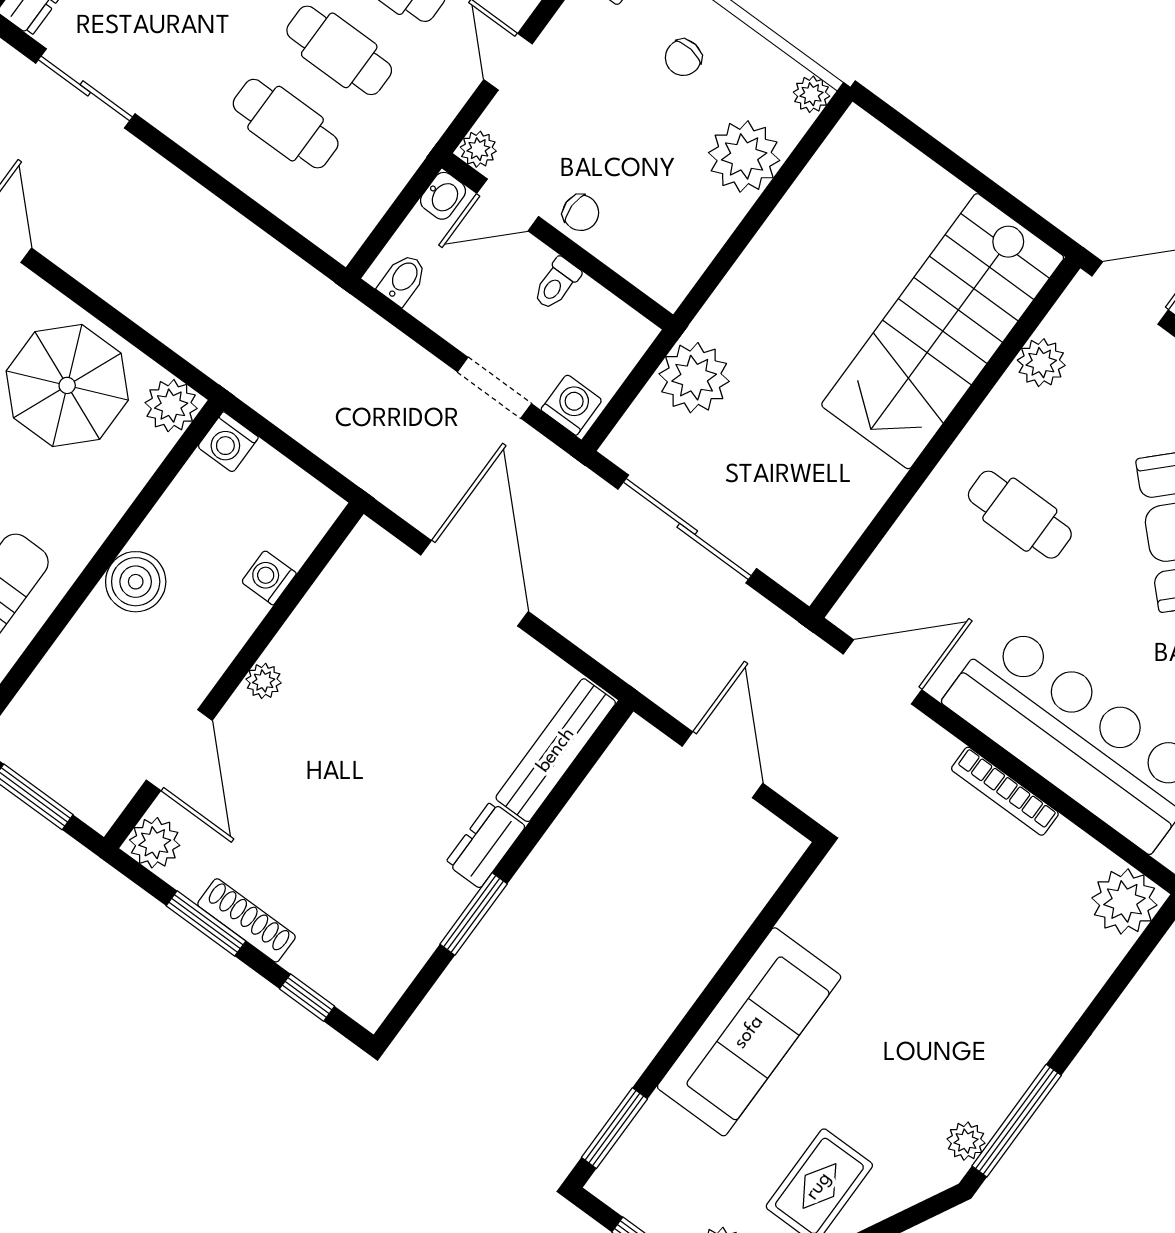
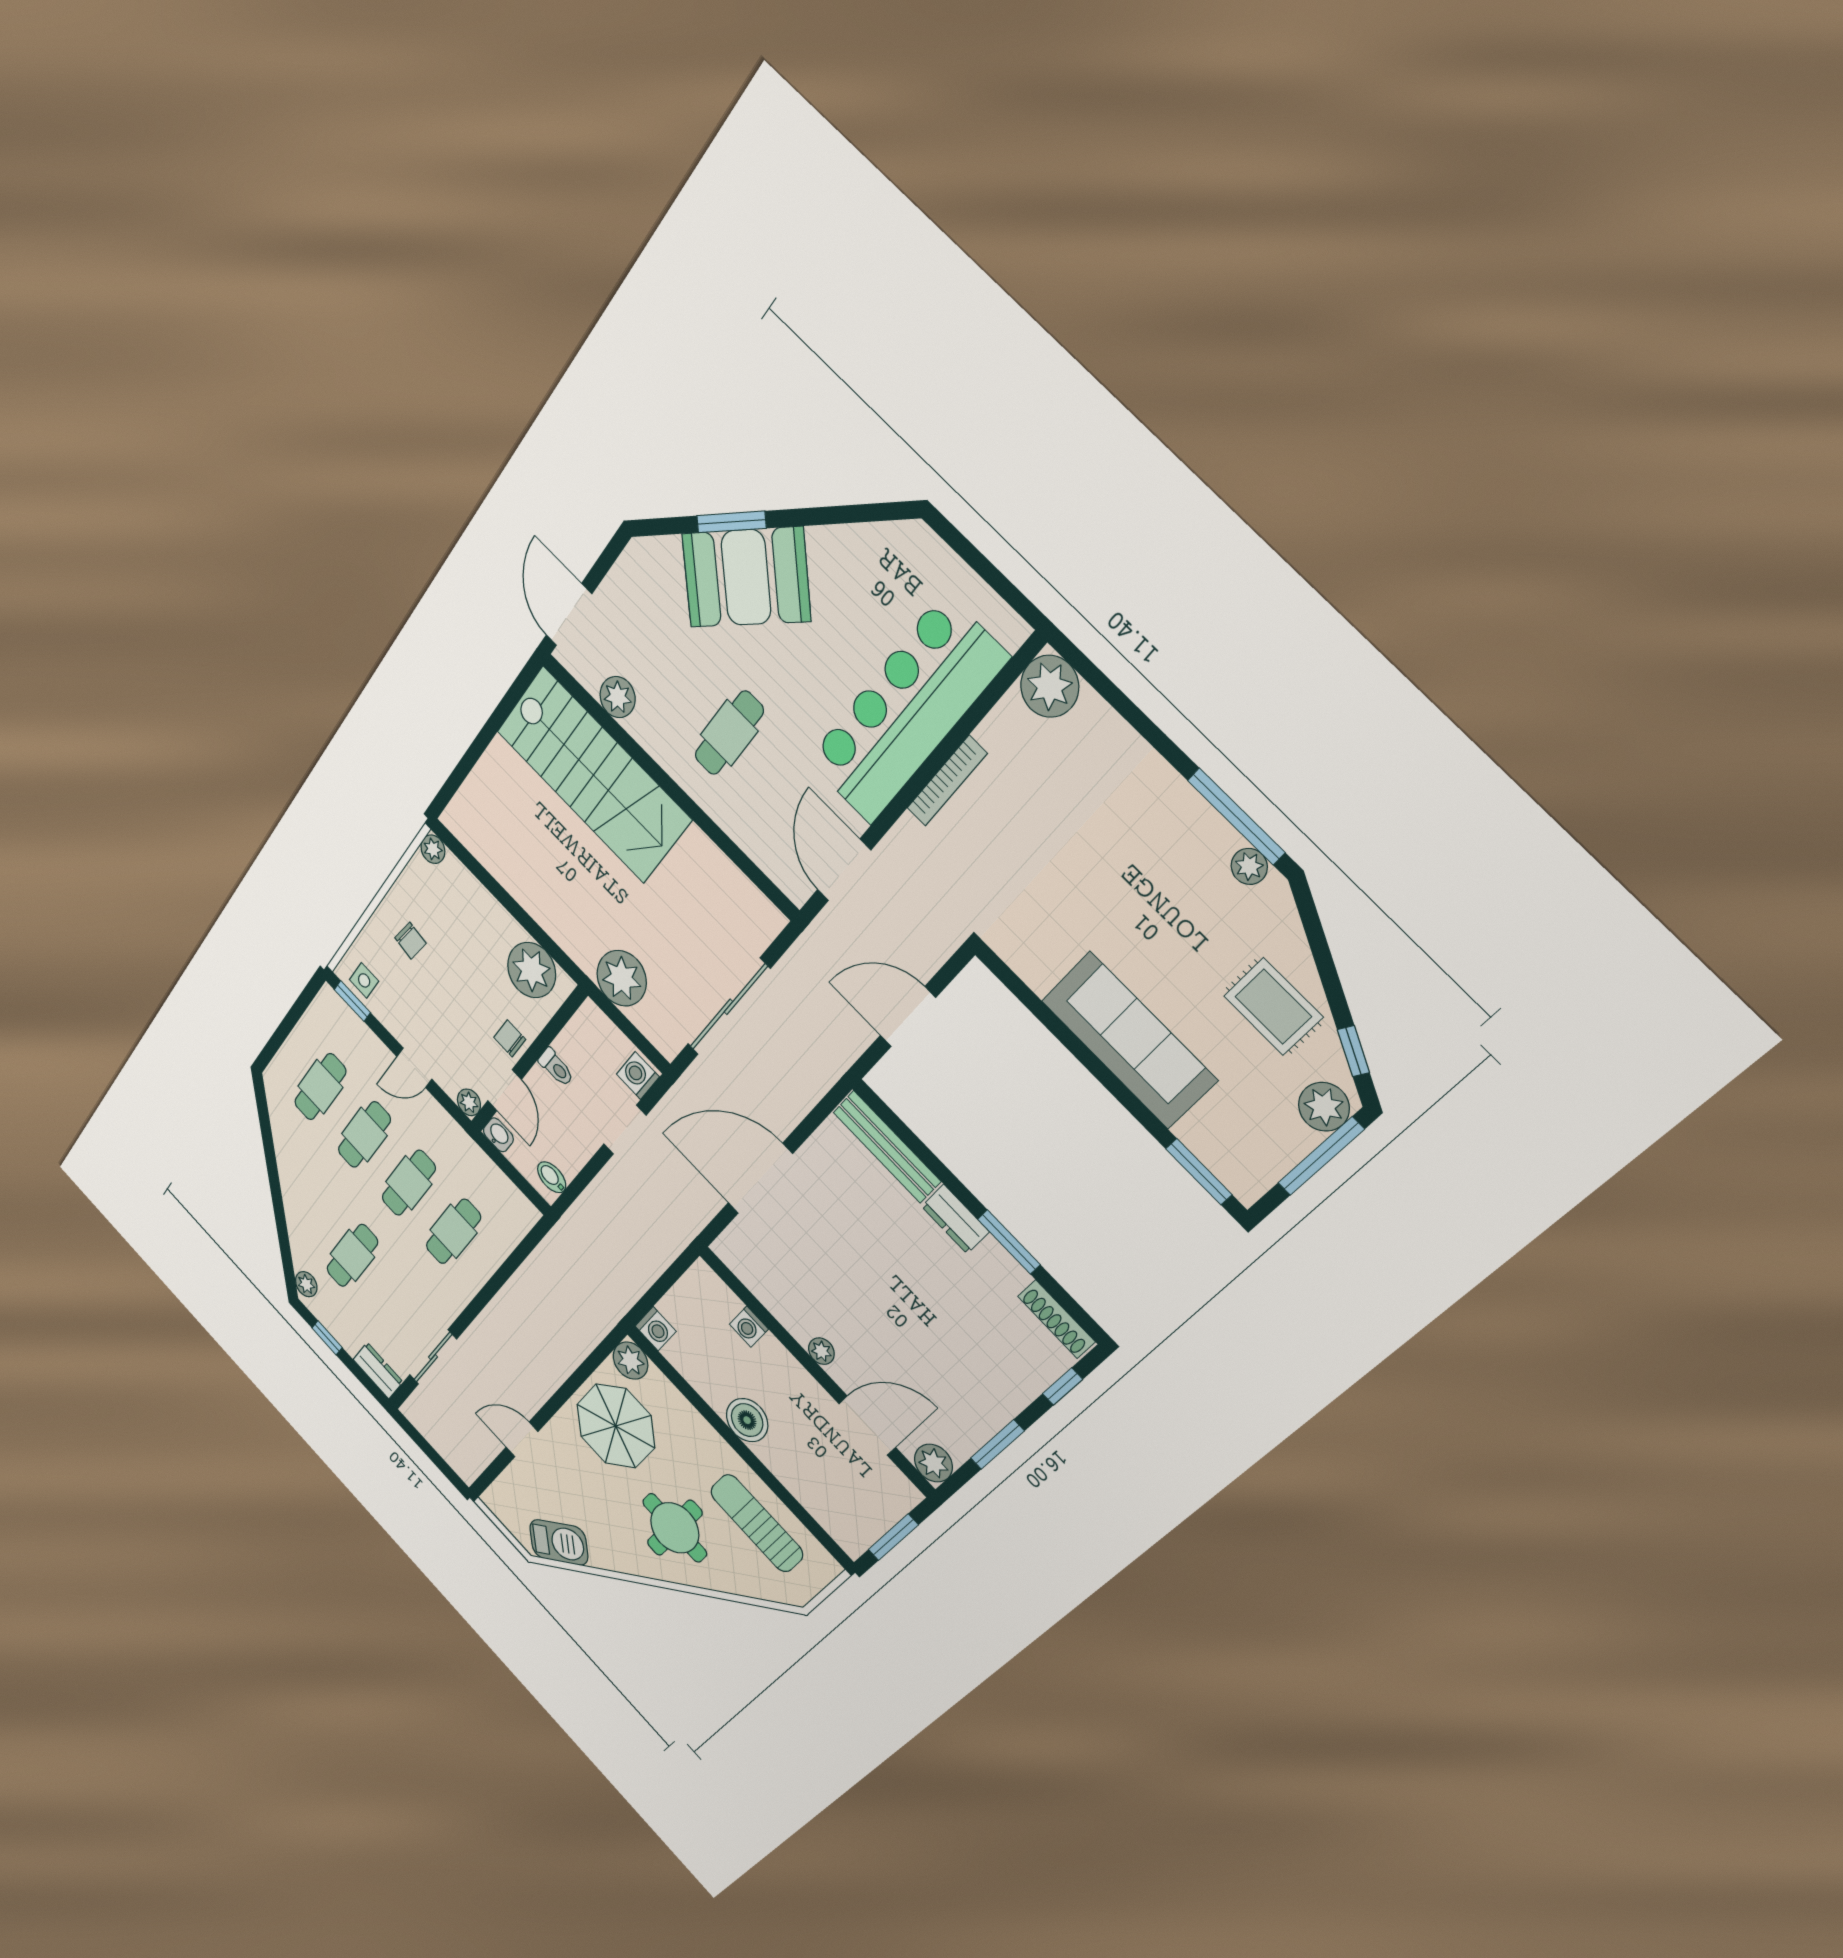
plant: (744, 156) -> (532, 970), moved
chair: (581, 213) -> (510, 1038), turned -90
shoe rack: (246, 920) -> (1056, 1319), moved, turned -90

